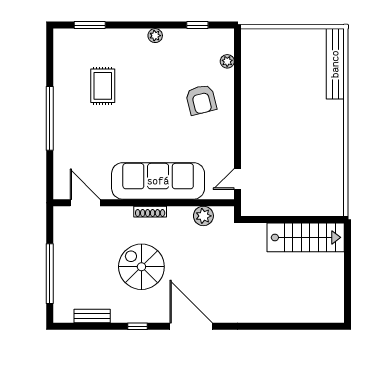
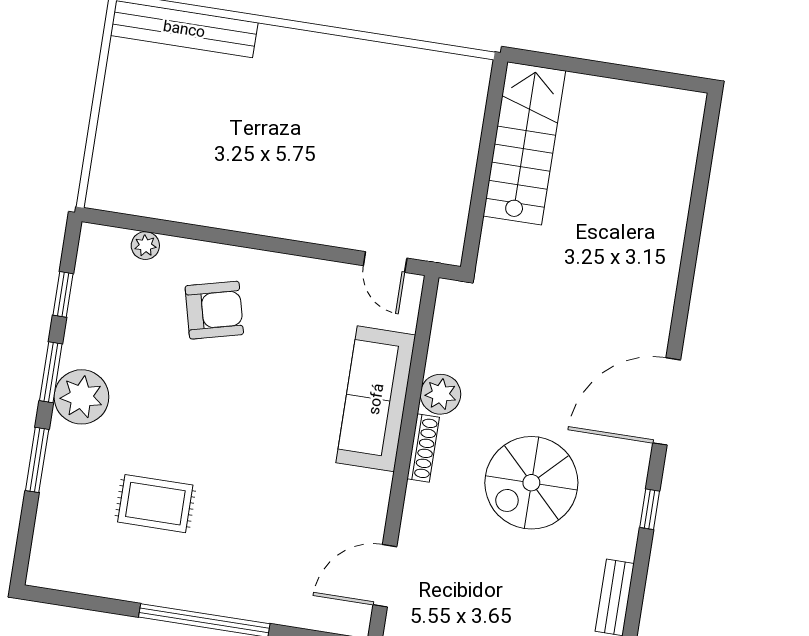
window: (90, 25) -> (37, 460), moved
window: (159, 25) -> (51, 372), added
plant: (155, 36) -> (81, 397), width x1.87, depth x1.87
sofa: (158, 181) -> (376, 399), width x0.74, depth x0.79
plant: (203, 216) -> (441, 394), moved

